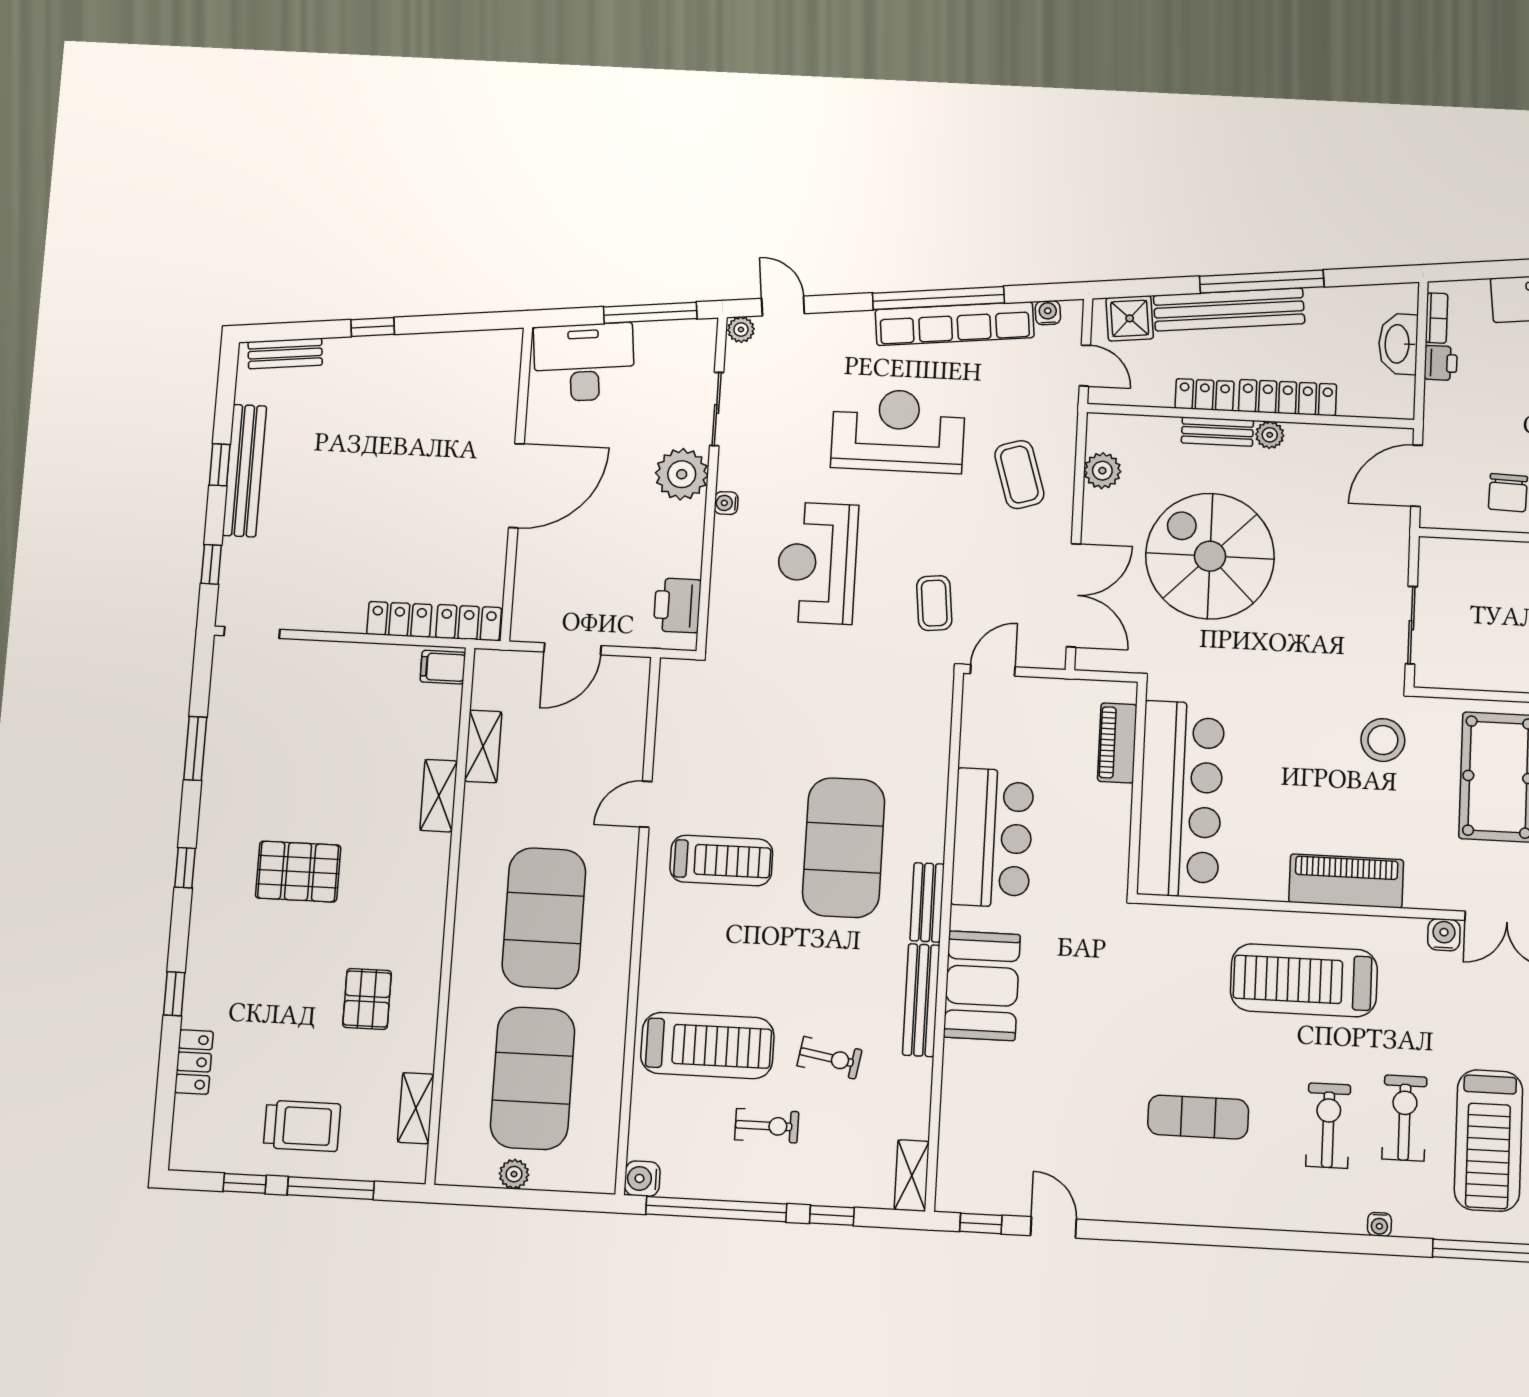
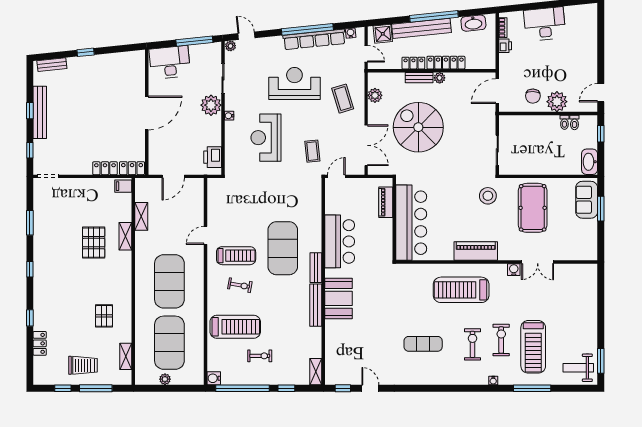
washbasin: (1398, 344) -> (473, 23), moved, turned -96
pallet: (298, 872) -> (94, 243), moved, turned 90
exercise bike: (829, 1058) -> (240, 285), moved

